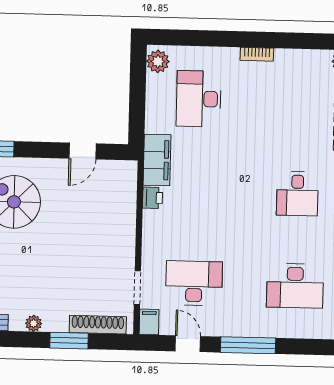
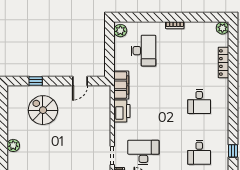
desk: (199, 99) -> (143, 51), turned 180
printer: (152, 198) -> (122, 111), width x1.87, depth x1.48
desk: (295, 286) -> (199, 152), width x0.73

